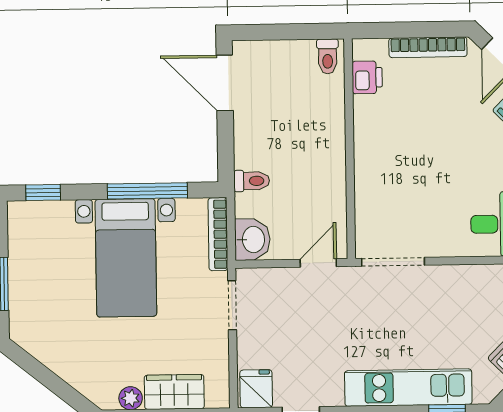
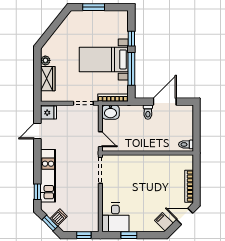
printer: (367, 77) -> (177, 161), removed
door: (225, 83) -> (165, 102), moved
toilet: (252, 181) -> (148, 112), moved
window: (43, 193) -> (131, 39), moved

